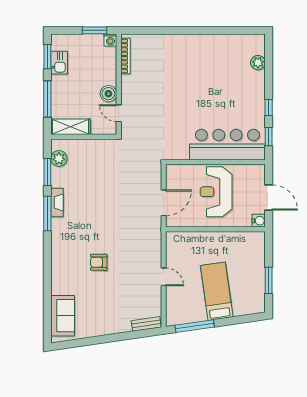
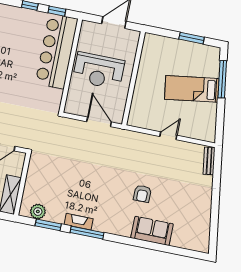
water cooler: (259, 221) -> (134, 36), removed
sofa: (63, 316) -> (152, 231), moved
window: (195, 326) -> (222, 79), moved

